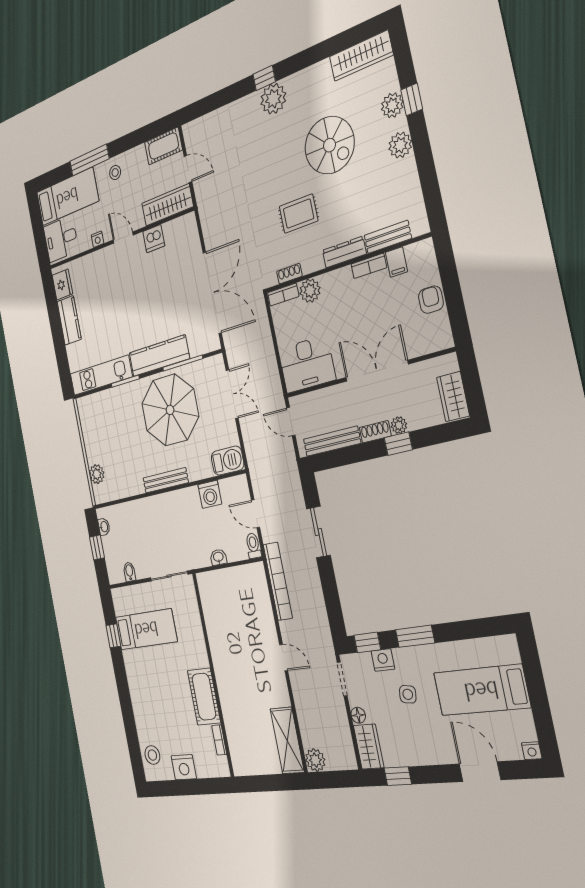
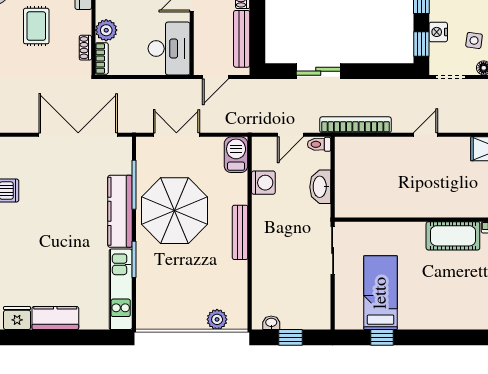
washbasin: (218, 557) -> (320, 187), width x1.91, depth x1.45
bidet: (129, 572) -> (321, 300), removed
side table: (408, 694) -> (474, 40), moved

